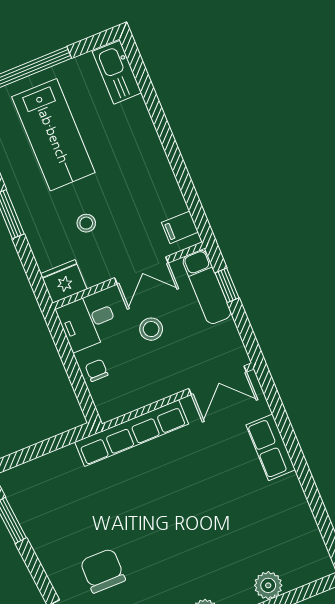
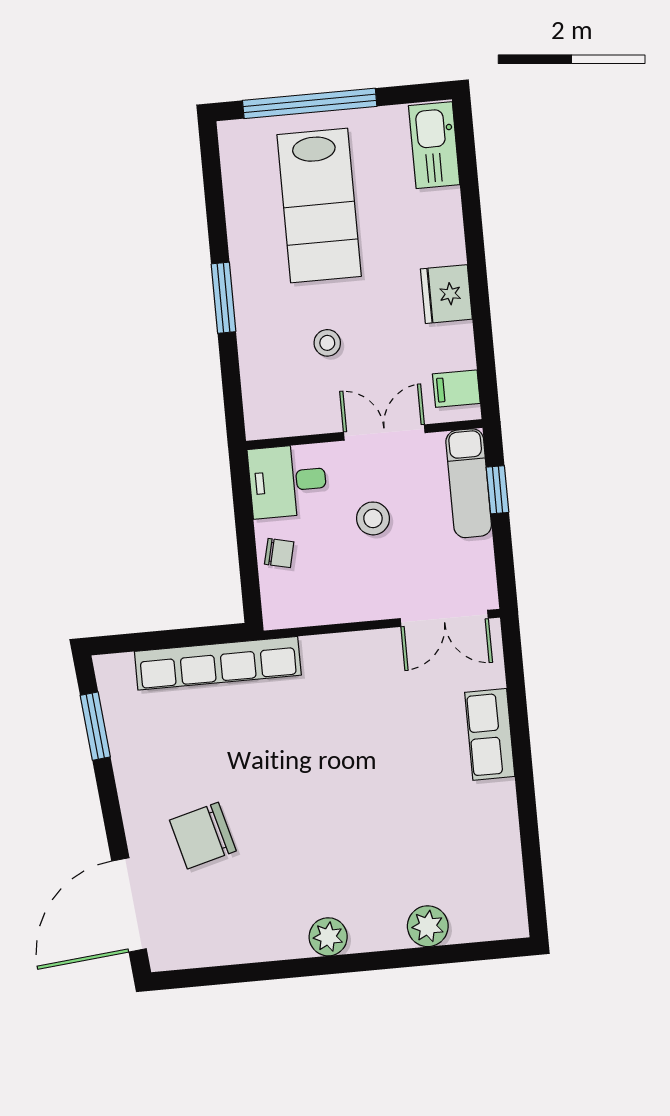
double door: (141, 270) -> (384, 432), swing flipped
fridge: (64, 281) -> (446, 294), moved, turned -90
chair: (97, 370) -> (279, 553), turned 103
row of seats: (132, 433) -> (218, 663), moved
chair: (103, 571) -> (203, 836), turned -105

